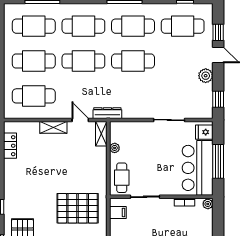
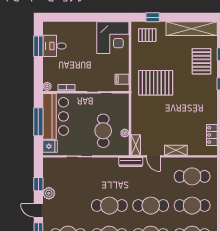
window: (218, 99) -> (38, 184), moved
cafe table: (122, 178) -> (103, 131), moved, width x1.37, depth x1.35

